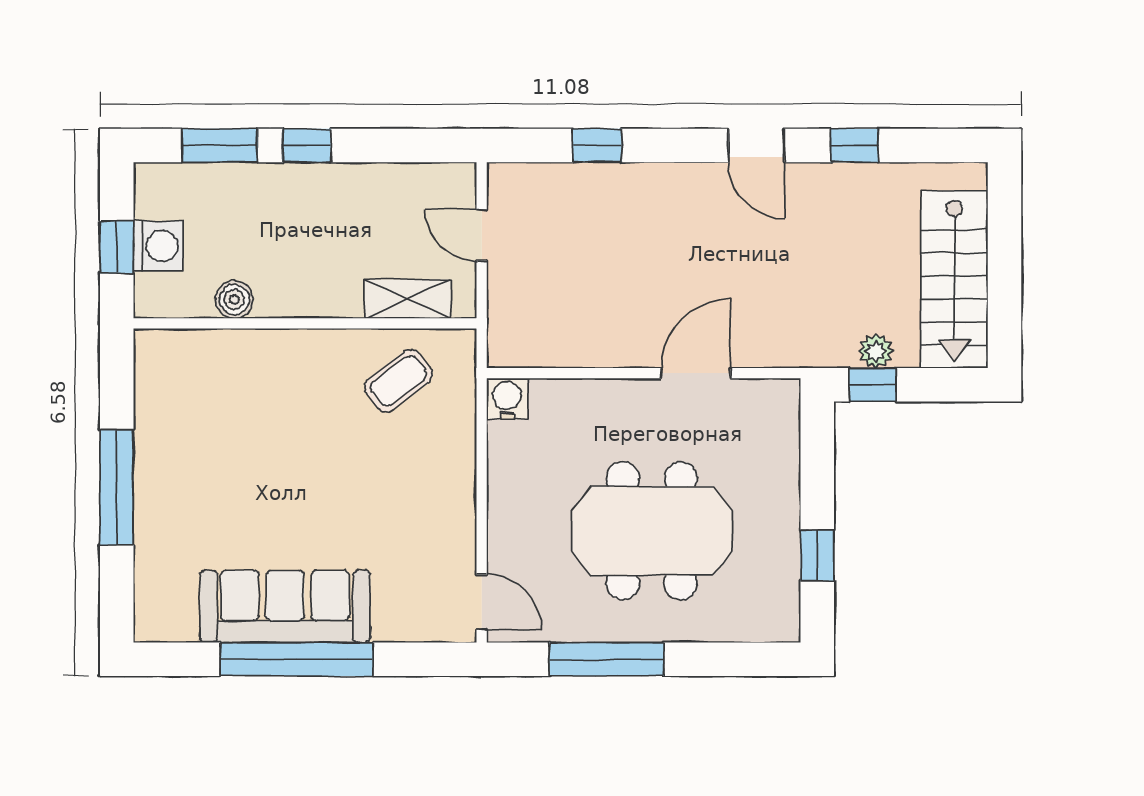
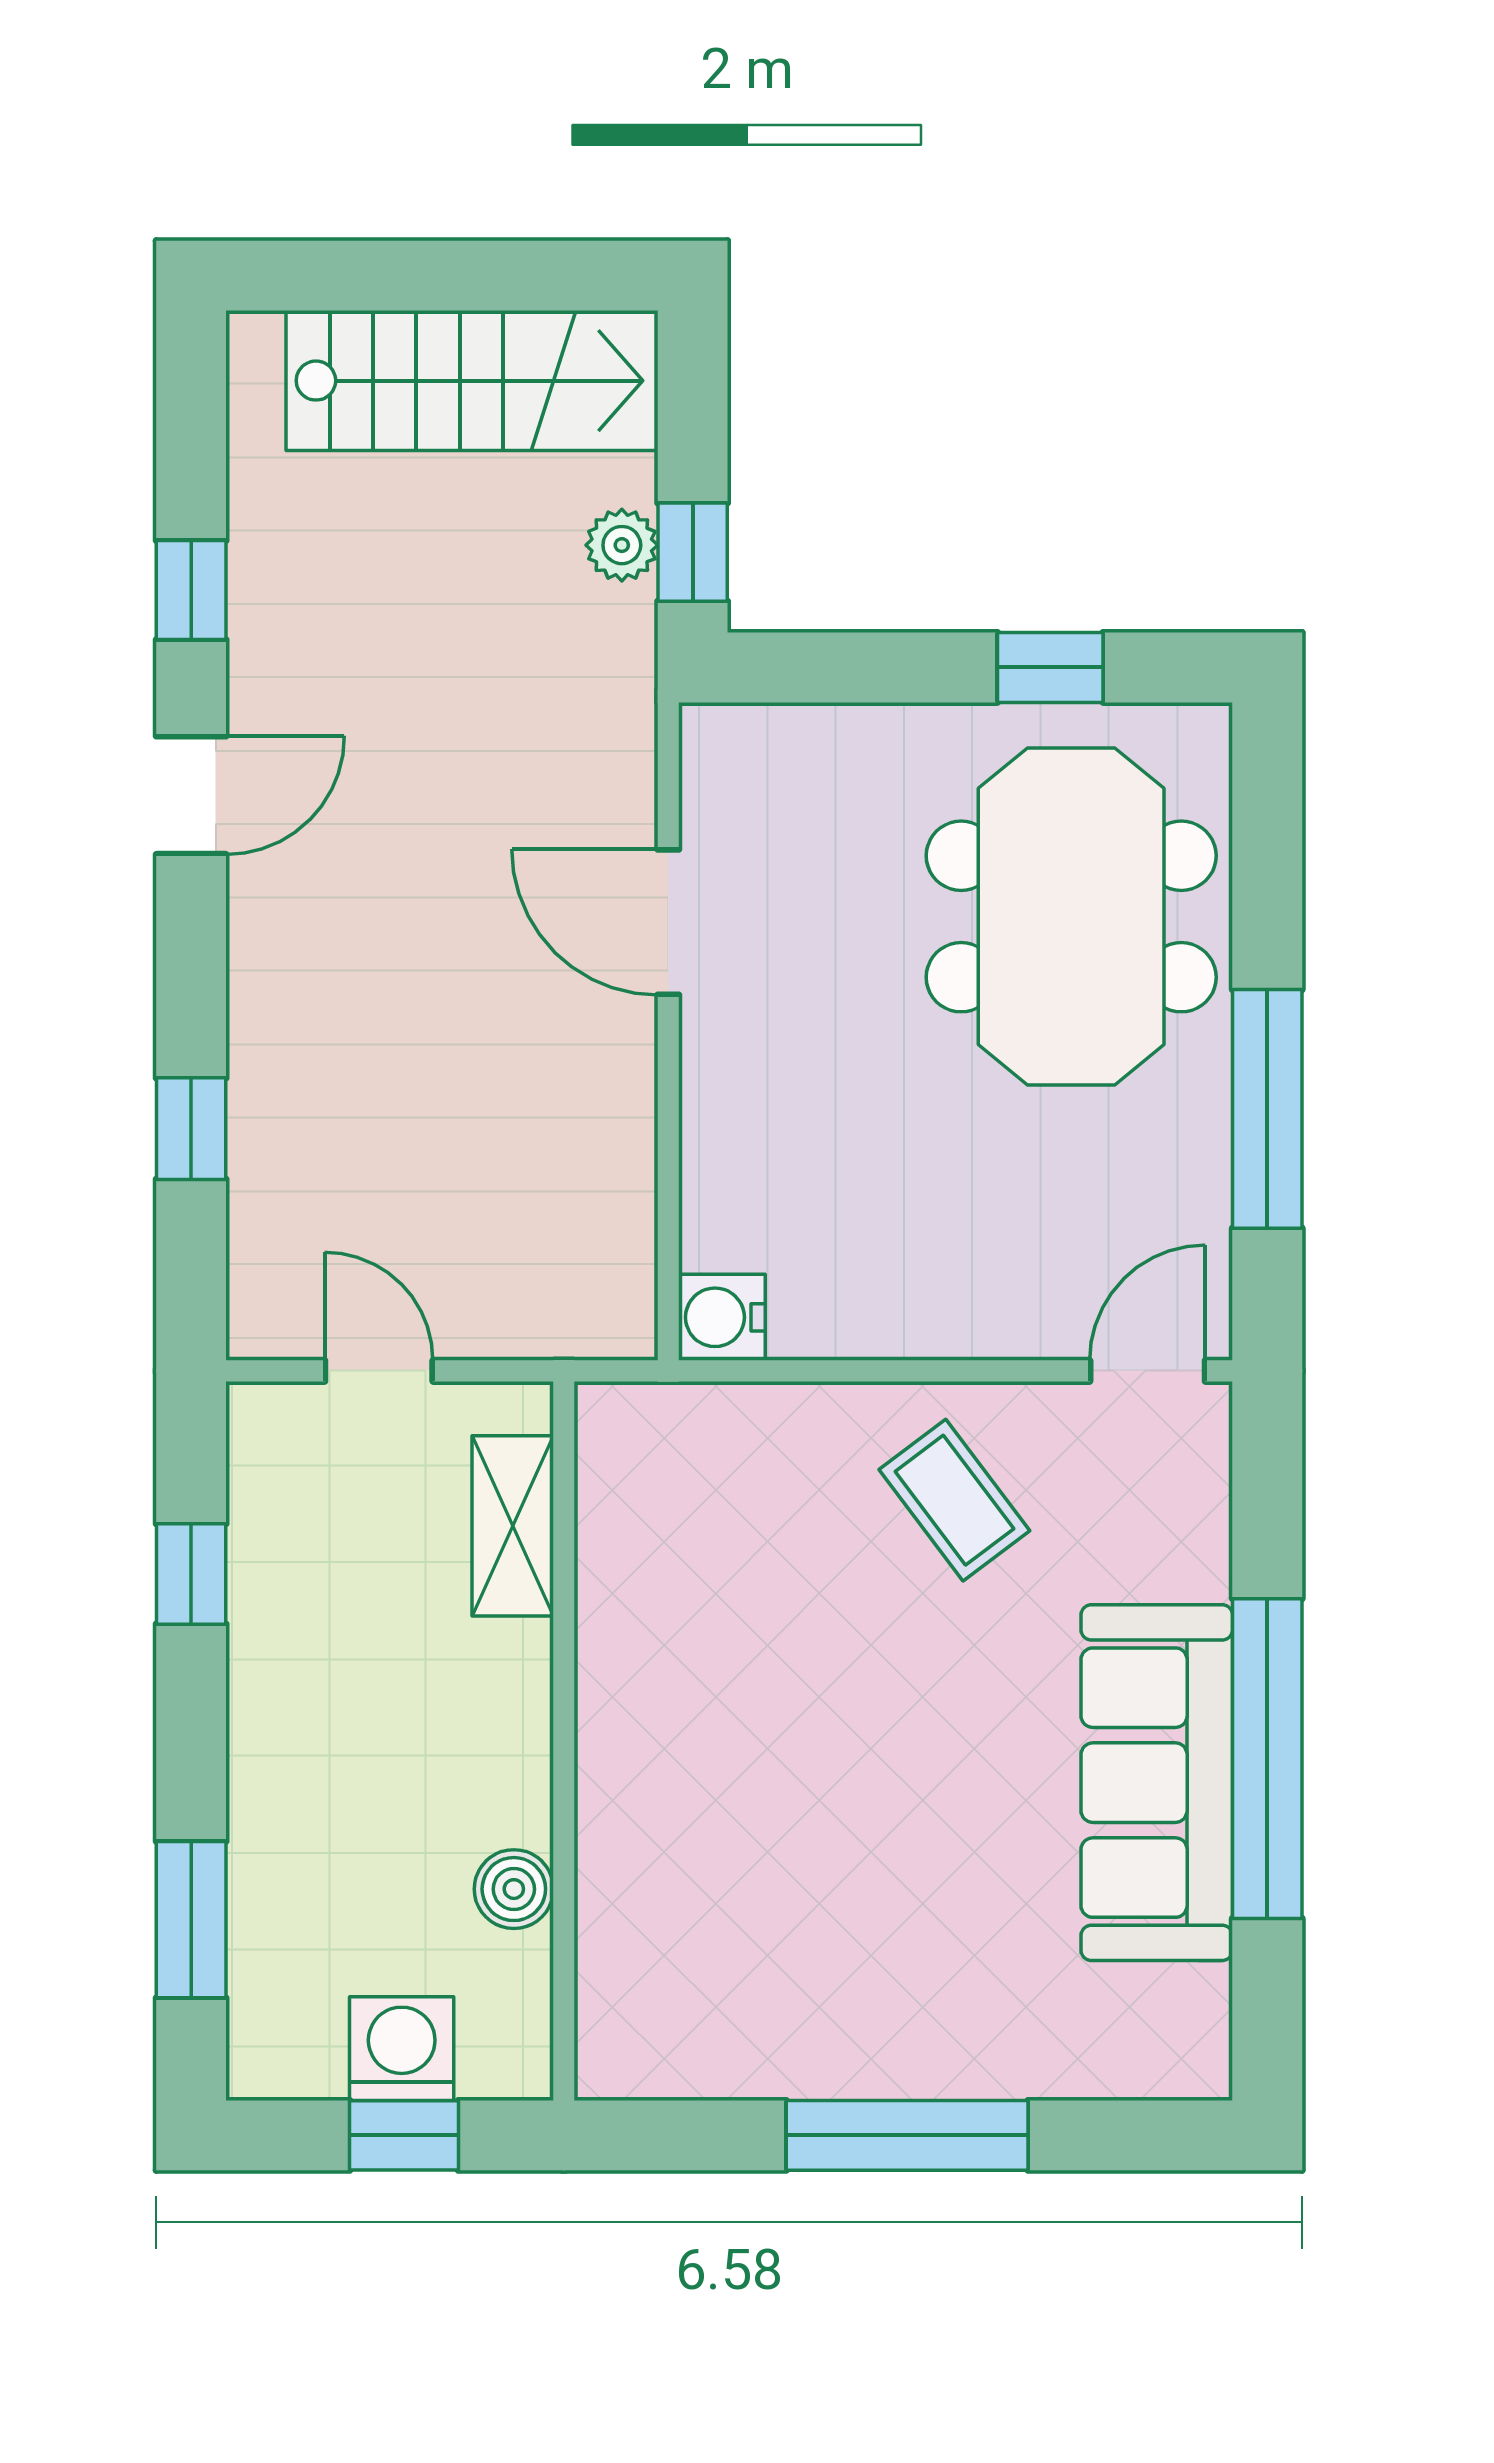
window: (307, 145) -> (191, 1574), moved
door: (482, 235) -> (379, 1371), swing flipped
coffee table: (398, 381) -> (954, 1500), moved
meeting table: (652, 531) -> (1071, 916), moved

